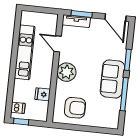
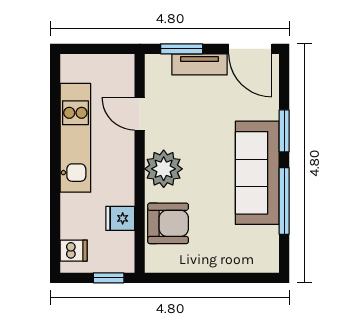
tv unit: (76, 21) -> (200, 64), moved
sofa: (112, 79) -> (257, 173), width x1.36
armchair: (75, 108) -> (168, 223), moved
window: (21, 122) -> (109, 278), moved

